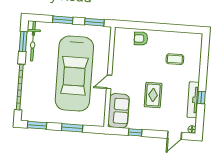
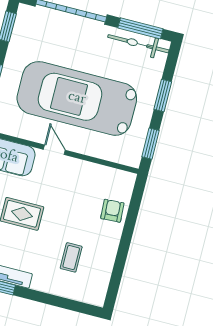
window: (23, 41) -> (140, 28), width x1.44

